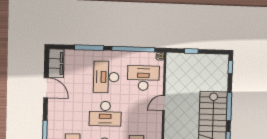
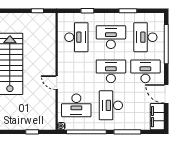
desk: (106, 77) -> (111, 105), turned 180
door: (164, 103) -> (57, 83), swing flipped
desk: (68, 113) -> (145, 71), added

